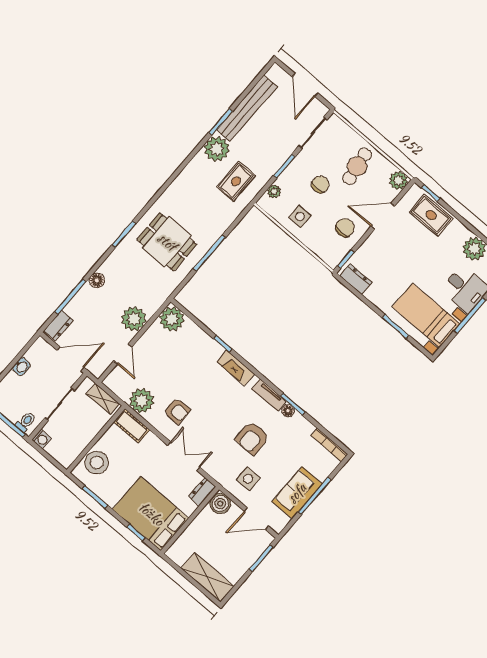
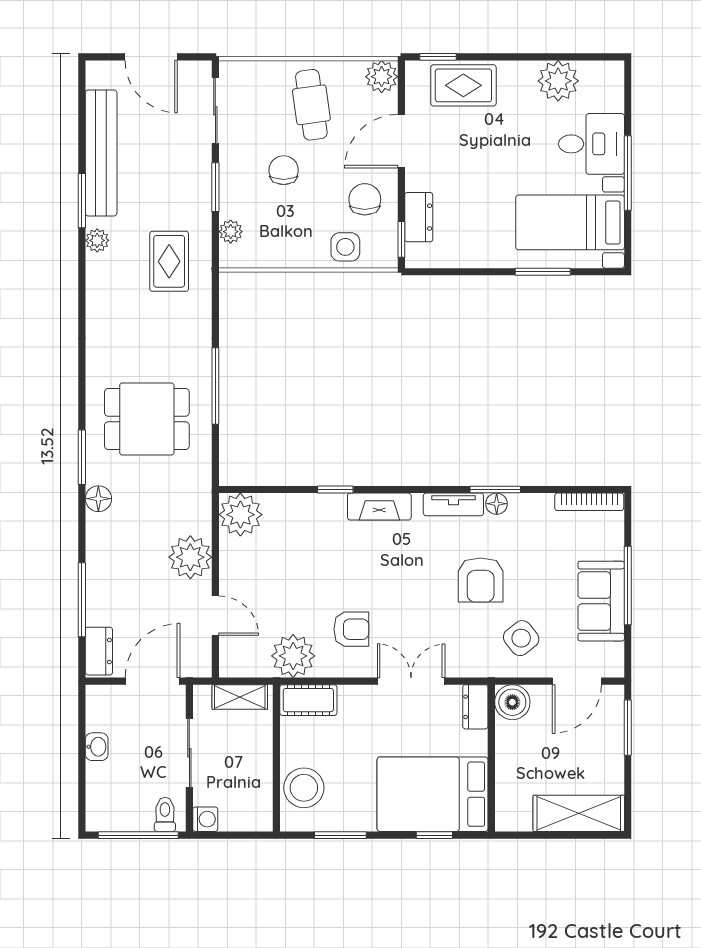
plant: (217, 149) -> (97, 240), width x0.53, depth x0.53
side table: (300, 217) -> (345, 247), moved
dresser: (356, 279) -> (419, 217), moved, turned 90
floor lamp: (97, 280) -> (98, 499), moved
side table: (248, 479) -> (521, 638), turned -38

